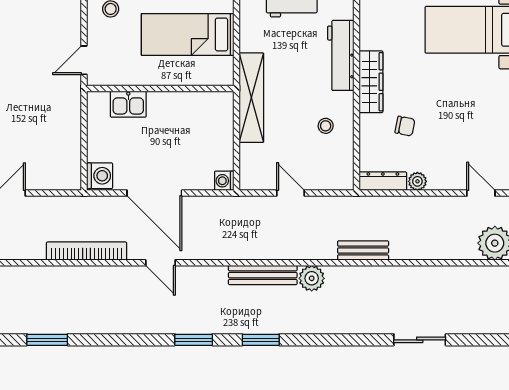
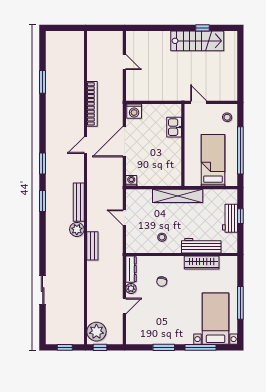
wardrobe: (371, 82) -> (202, 263), moved
door: (291, 193) -> (124, 218), swing flipped
door: (481, 193) -> (124, 306), moved
bench: (363, 251) -> (92, 246), moved

